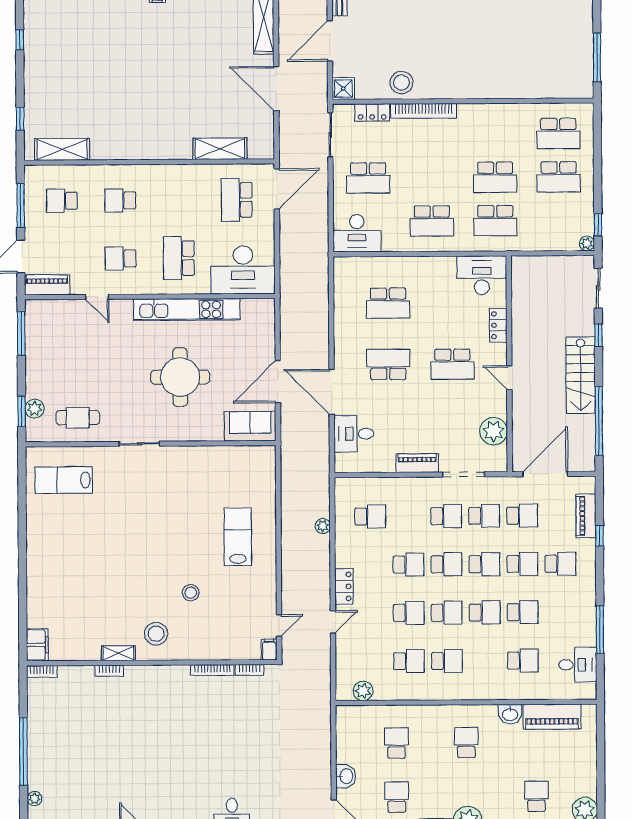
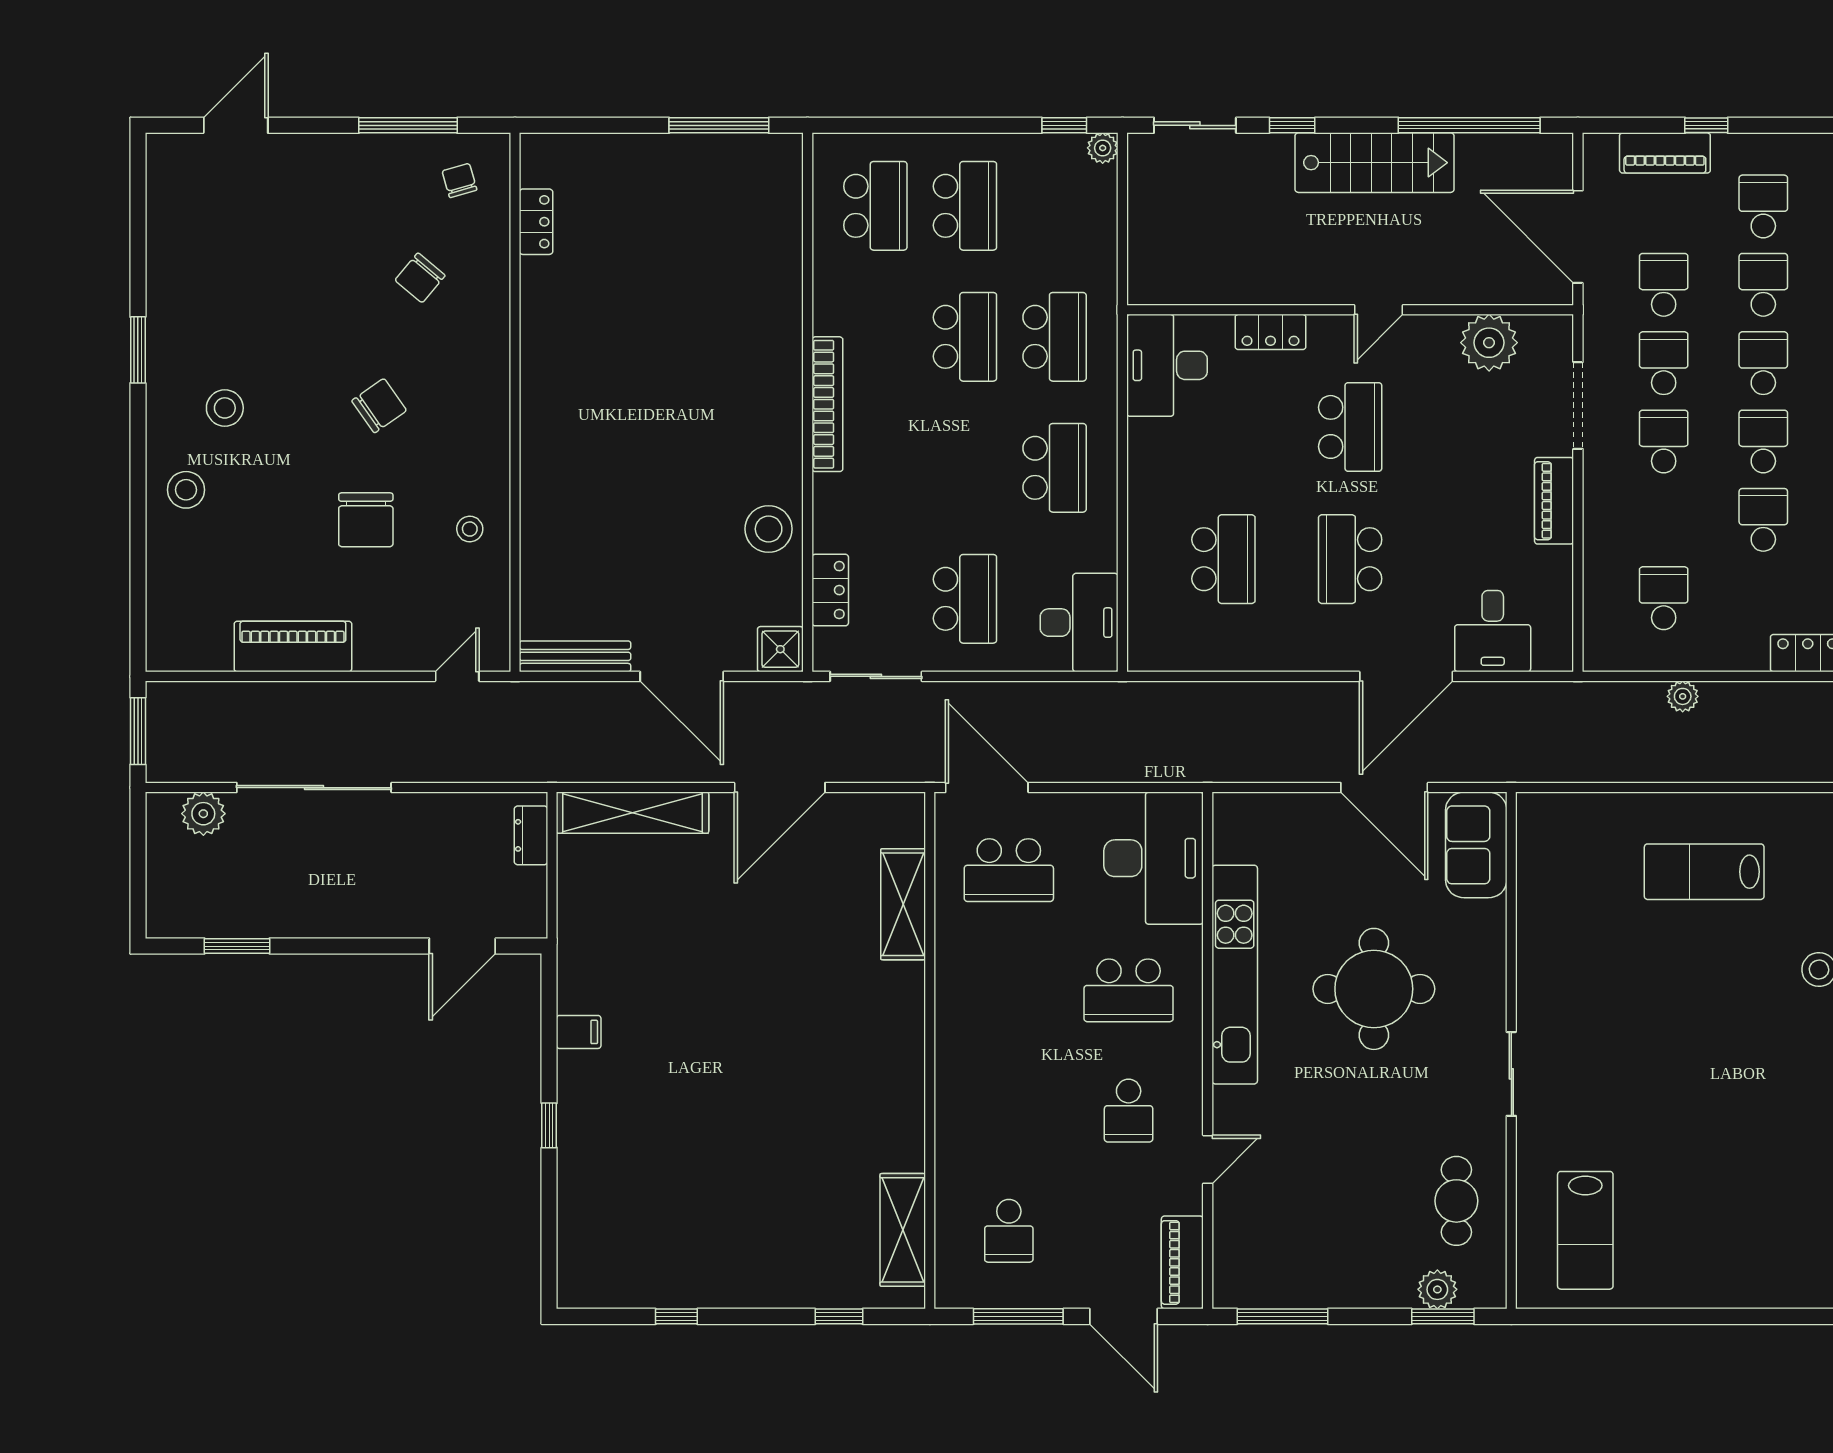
bookcase: (424, 111) -> (827, 404), moved
school desk: (120, 200) -> (1009, 1111), removed

